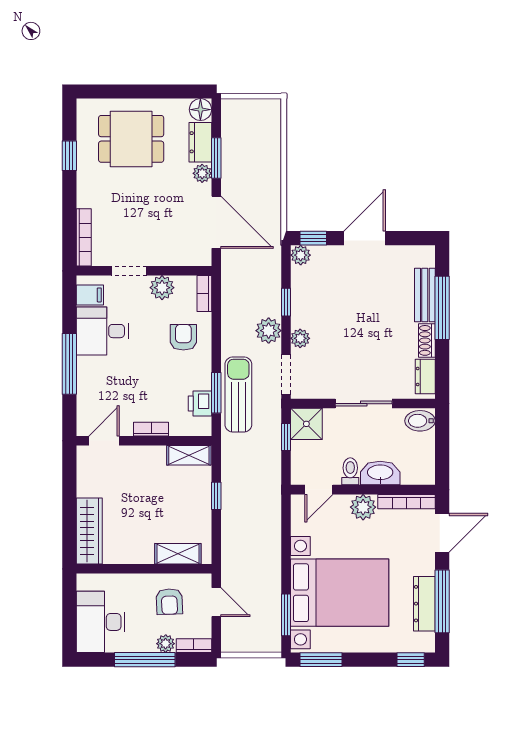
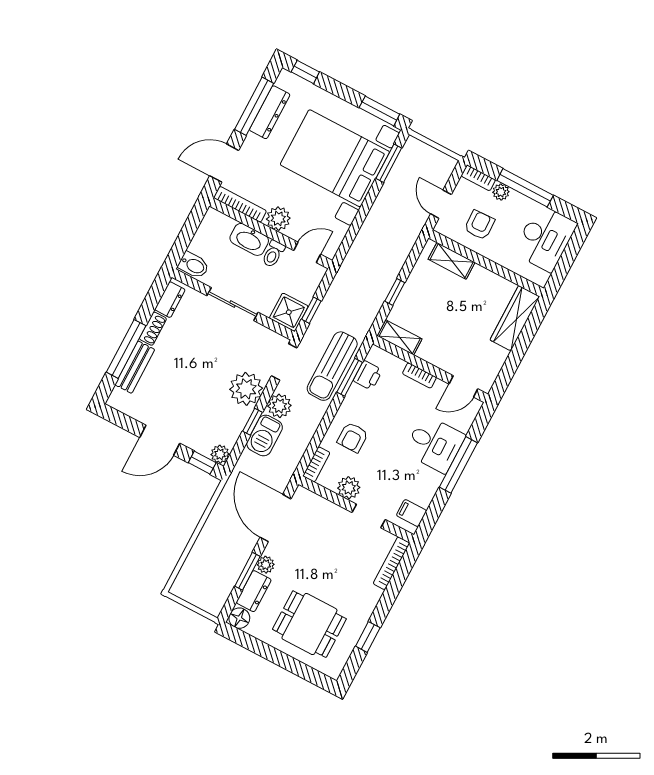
barbecue: (268, 295) -> (265, 435), added
desk: (103, 331) -> (435, 444), moved
plant: (300, 338) -> (246, 389), width x1.87, depth x1.87

